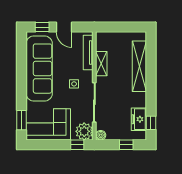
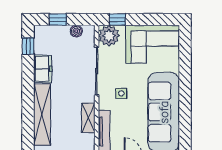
freezer: (139, 119) -> (43, 69), moved
window: (22, 120) -> (185, 49), removed
boiler: (101, 135) -> (76, 31), moved

